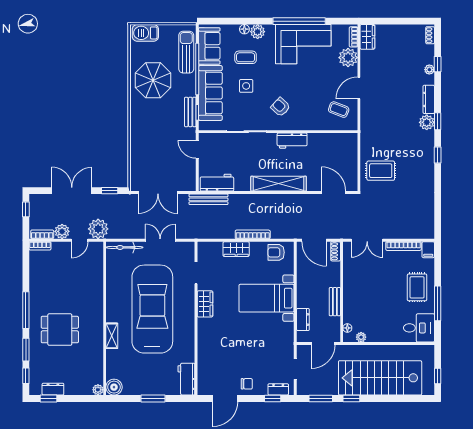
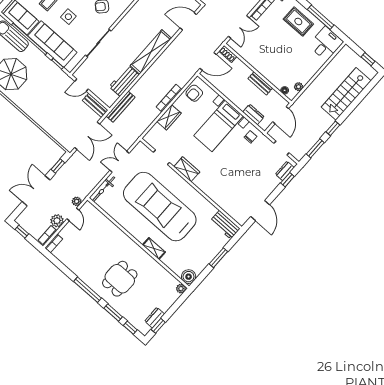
bench: (190, 112) -> (95, 105), moved
workbench: (292, 141) -> (131, 18), removed
workbench: (217, 183) -> (124, 81), moved
plant: (98, 229) -> (77, 201), width x0.53, depth x0.53
stairs: (380, 378) -> (346, 94), width x0.73, depth x0.66
chair: (247, 384) -> (251, 137), moved

